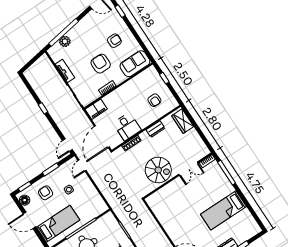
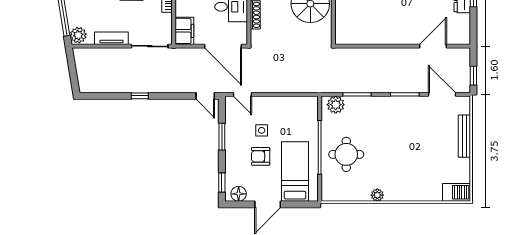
plant: (65, 41) -> (78, 35), moved
armchair: (46, 193) -> (261, 156), moved
plant: (111, 222) -> (336, 105), added

